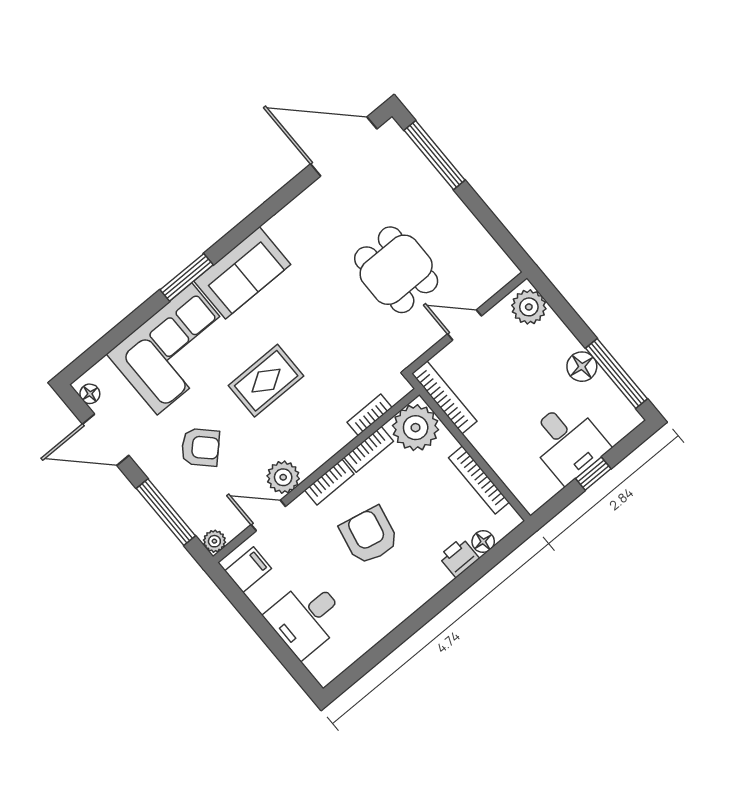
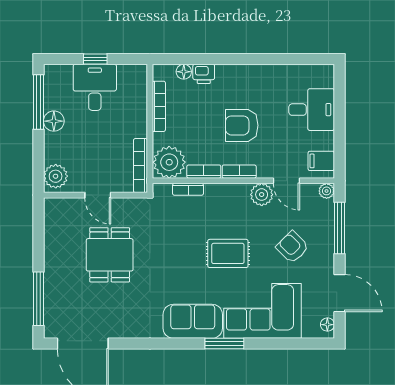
armchair: (369, 536) -> (242, 125), turned 78

